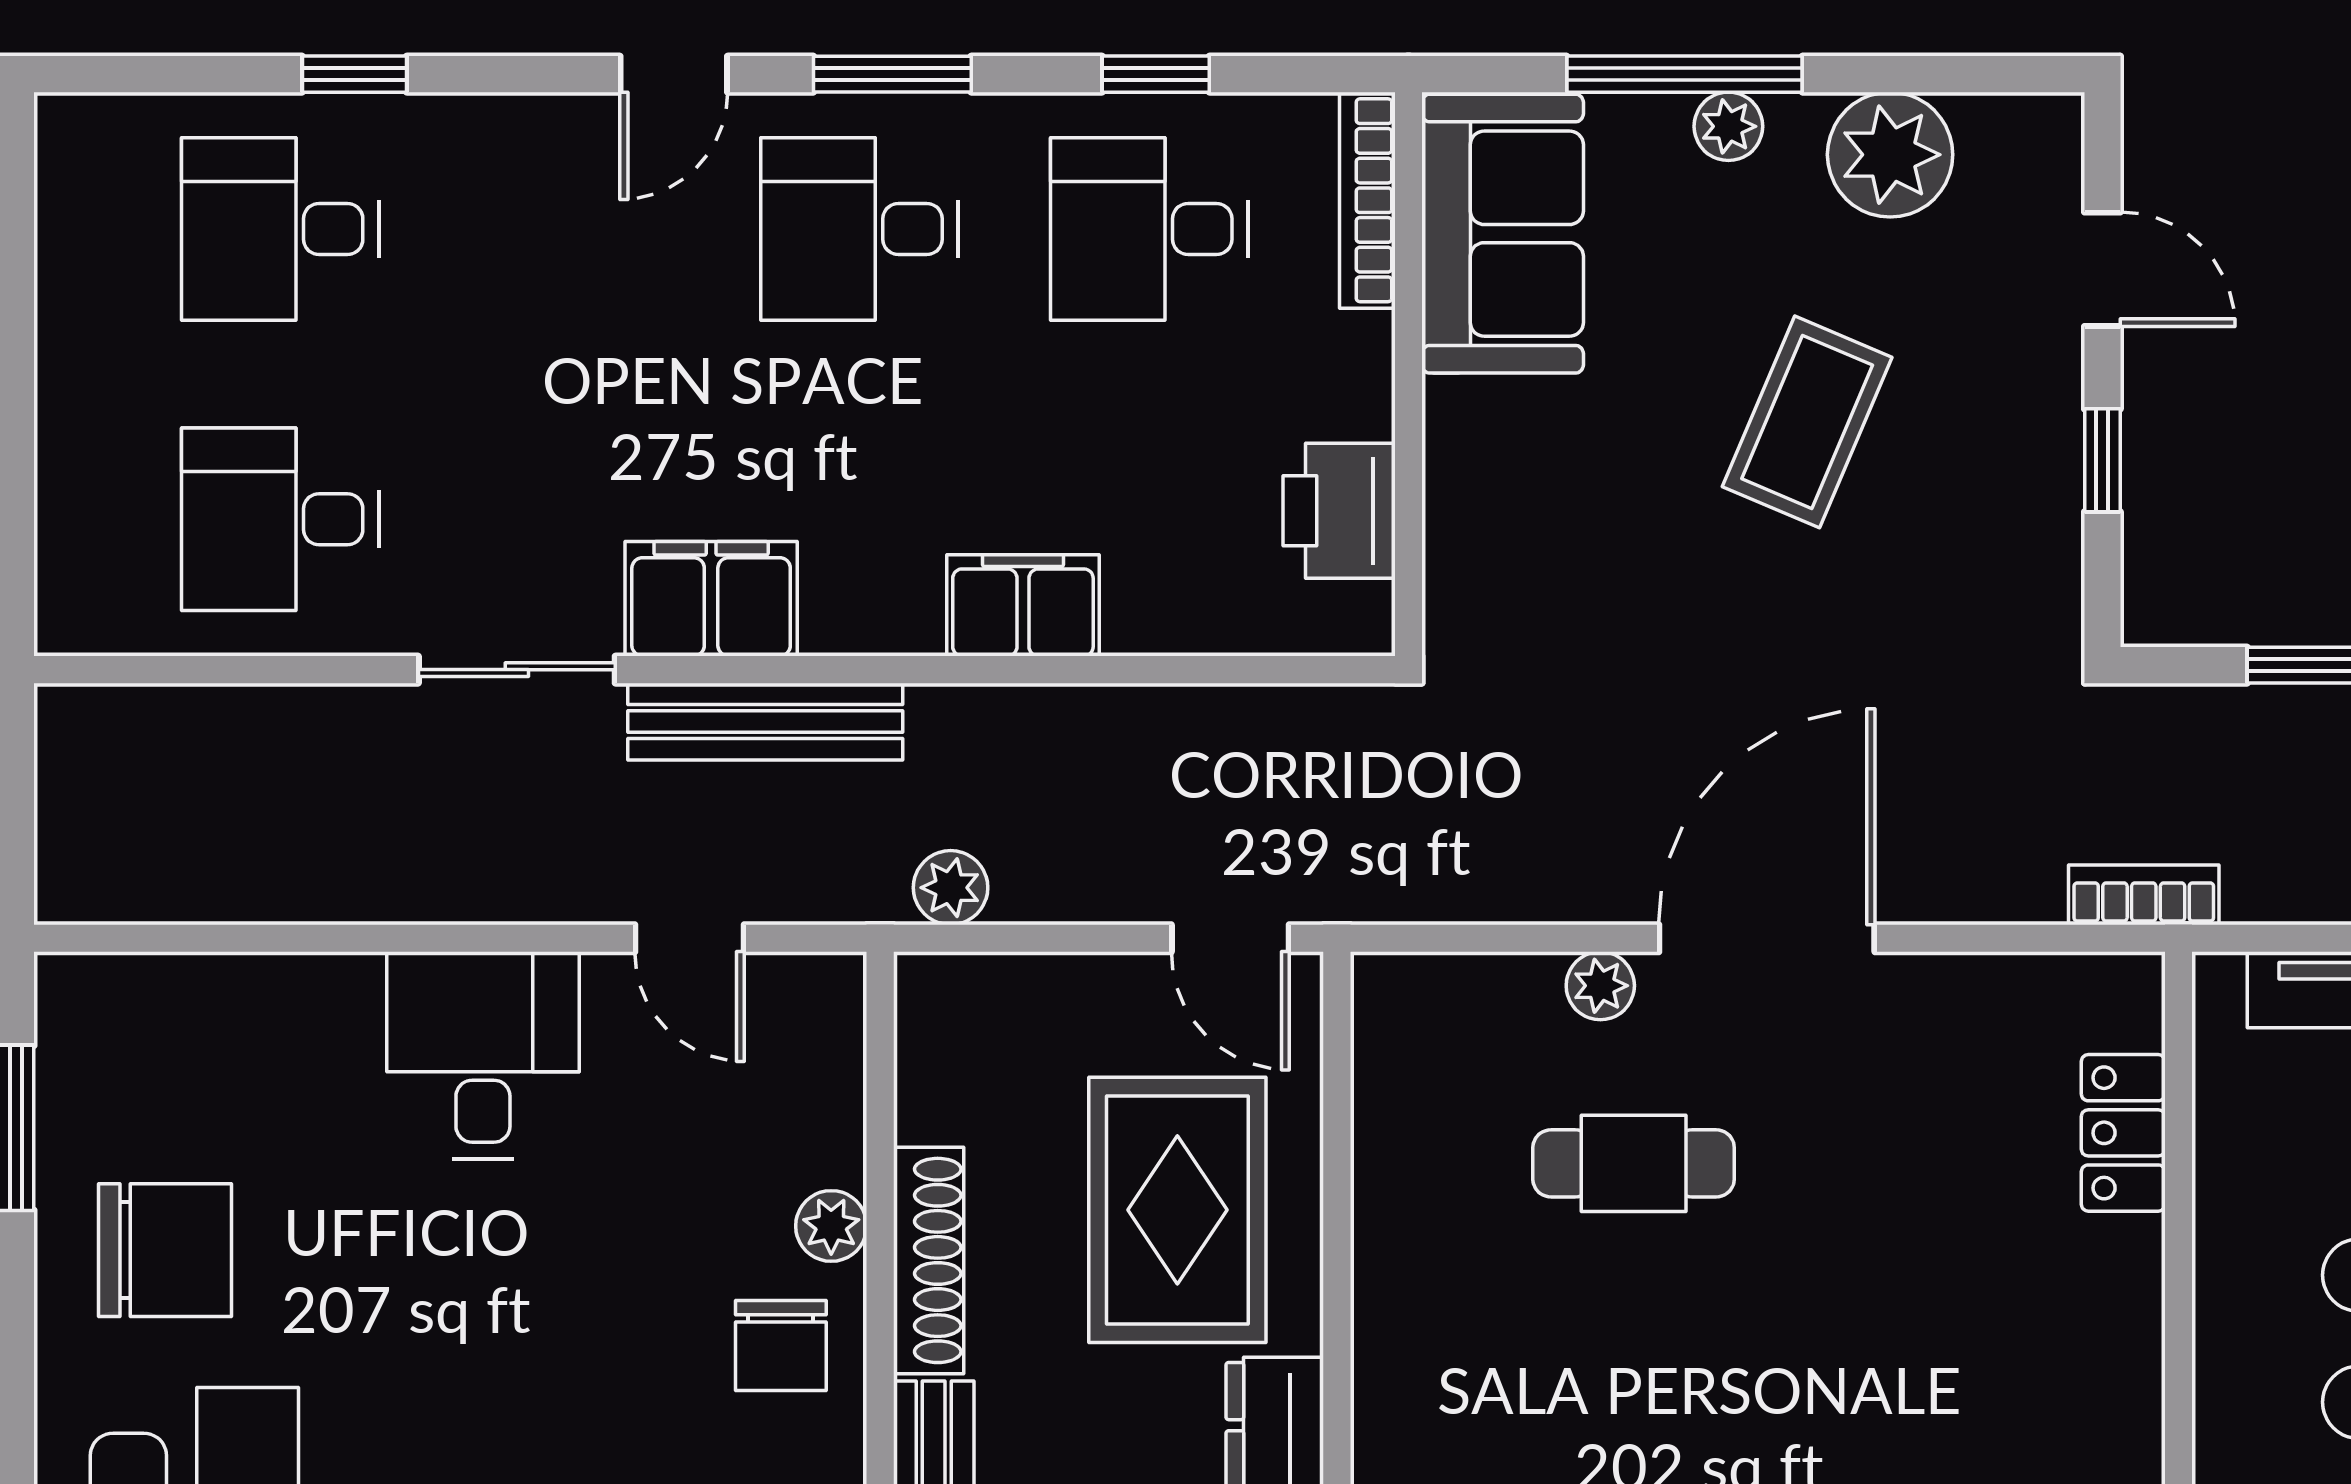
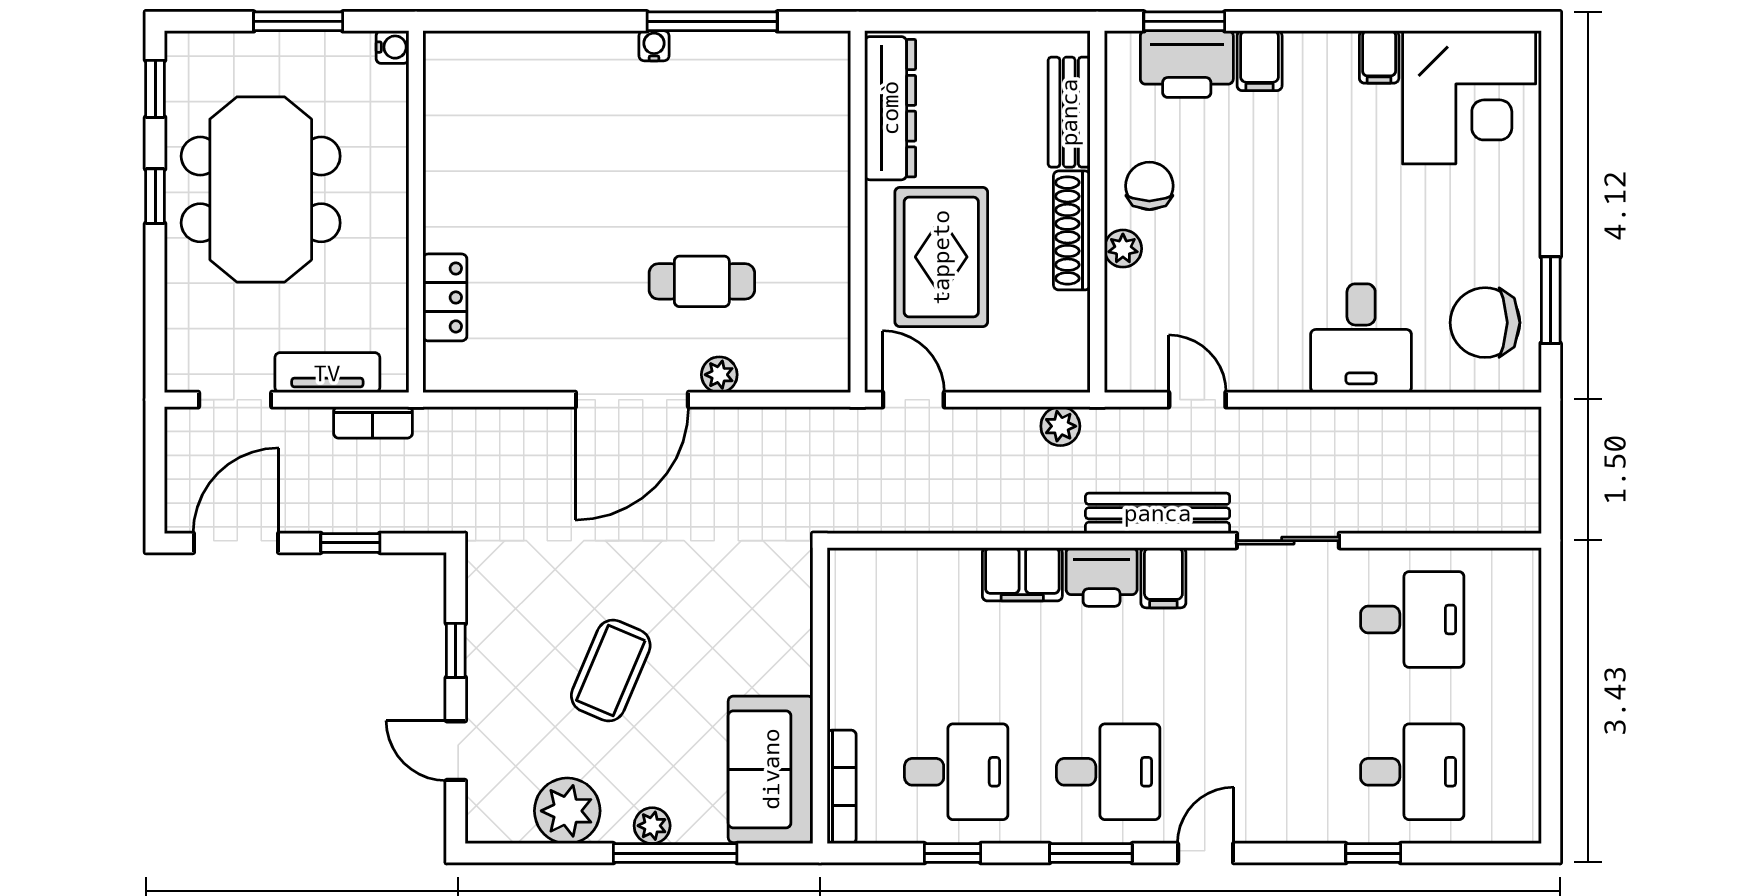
printer: (1339, 511) -> (1102, 577), moved, turned 90
filing cabinet: (711, 599) -> (1163, 578), width x0.50
bookcase: (2144, 895) -> (373, 422), moved
desk: (483, 1055) -> (1361, 338), moved
chair: (165, 1250) -> (1485, 323), moved

